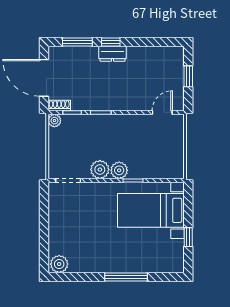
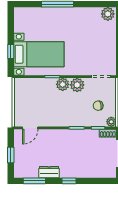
window: (77, 42) -> (34, 181), moved
dresser: (112, 54) -> (49, 172), moved
chair: (72, 142) -> (98, 106), added
window: (188, 237) -> (11, 51), moved

